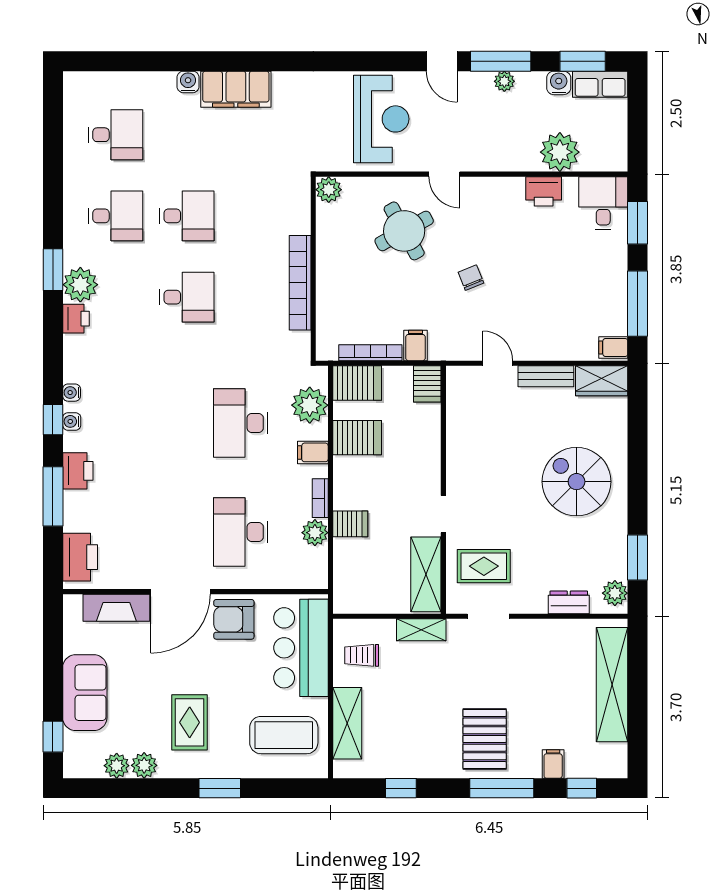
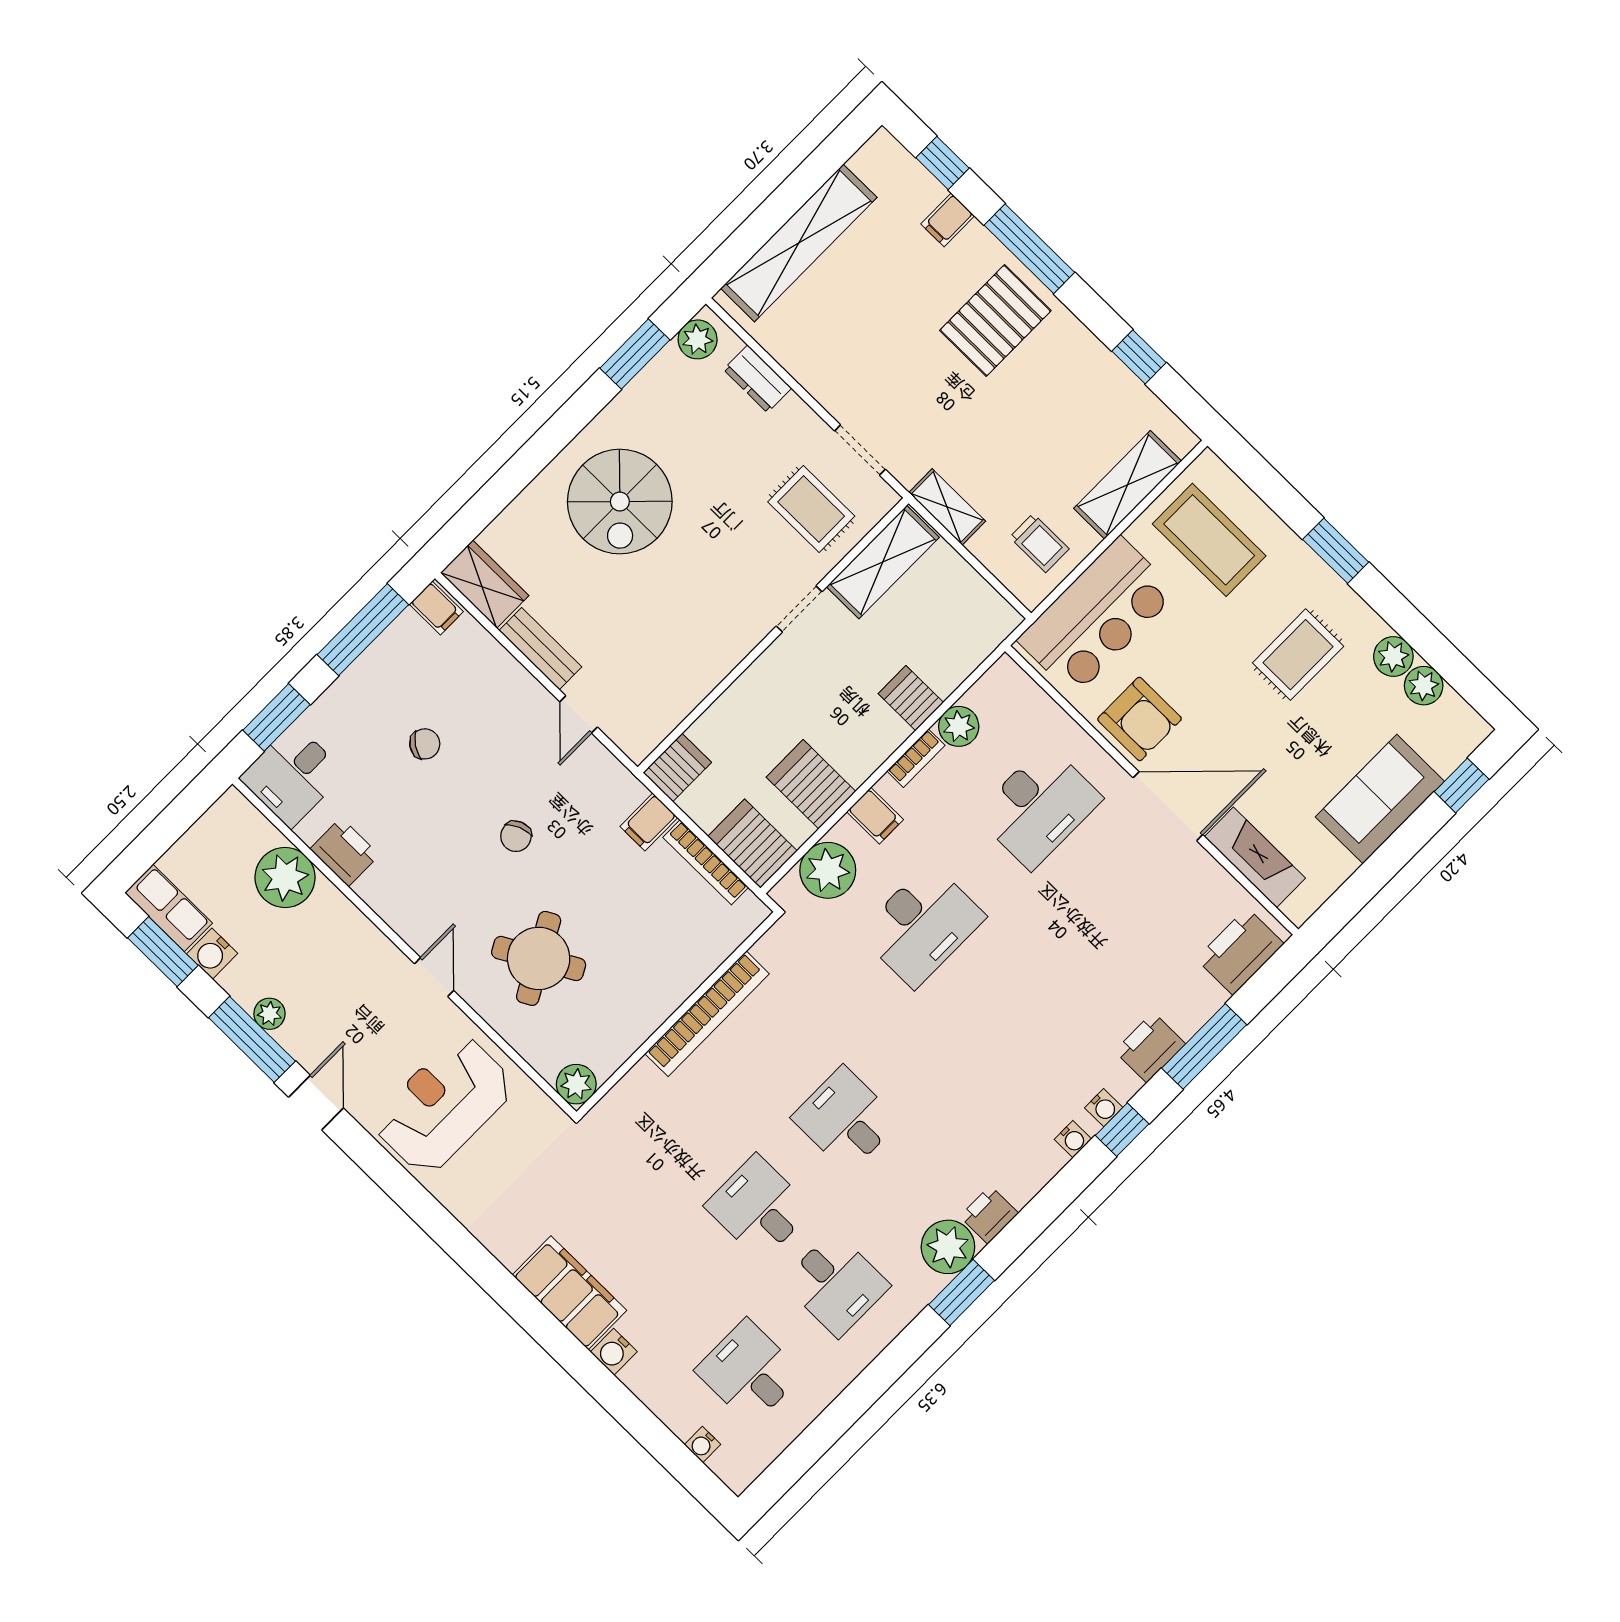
water cooler: (104, 80) -> (702, 1444), added
desk: (116, 216) -> (836, 1284), turned 180
chair: (556, 279) -> (425, 744), added

